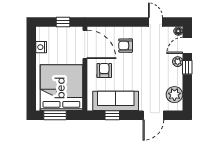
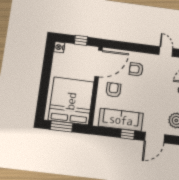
door: (85, 44) -> (99, 63), hinge flipped
nightstand: (41, 47) -> (59, 47), moved
window: (112, 115) -> (128, 134), moved

